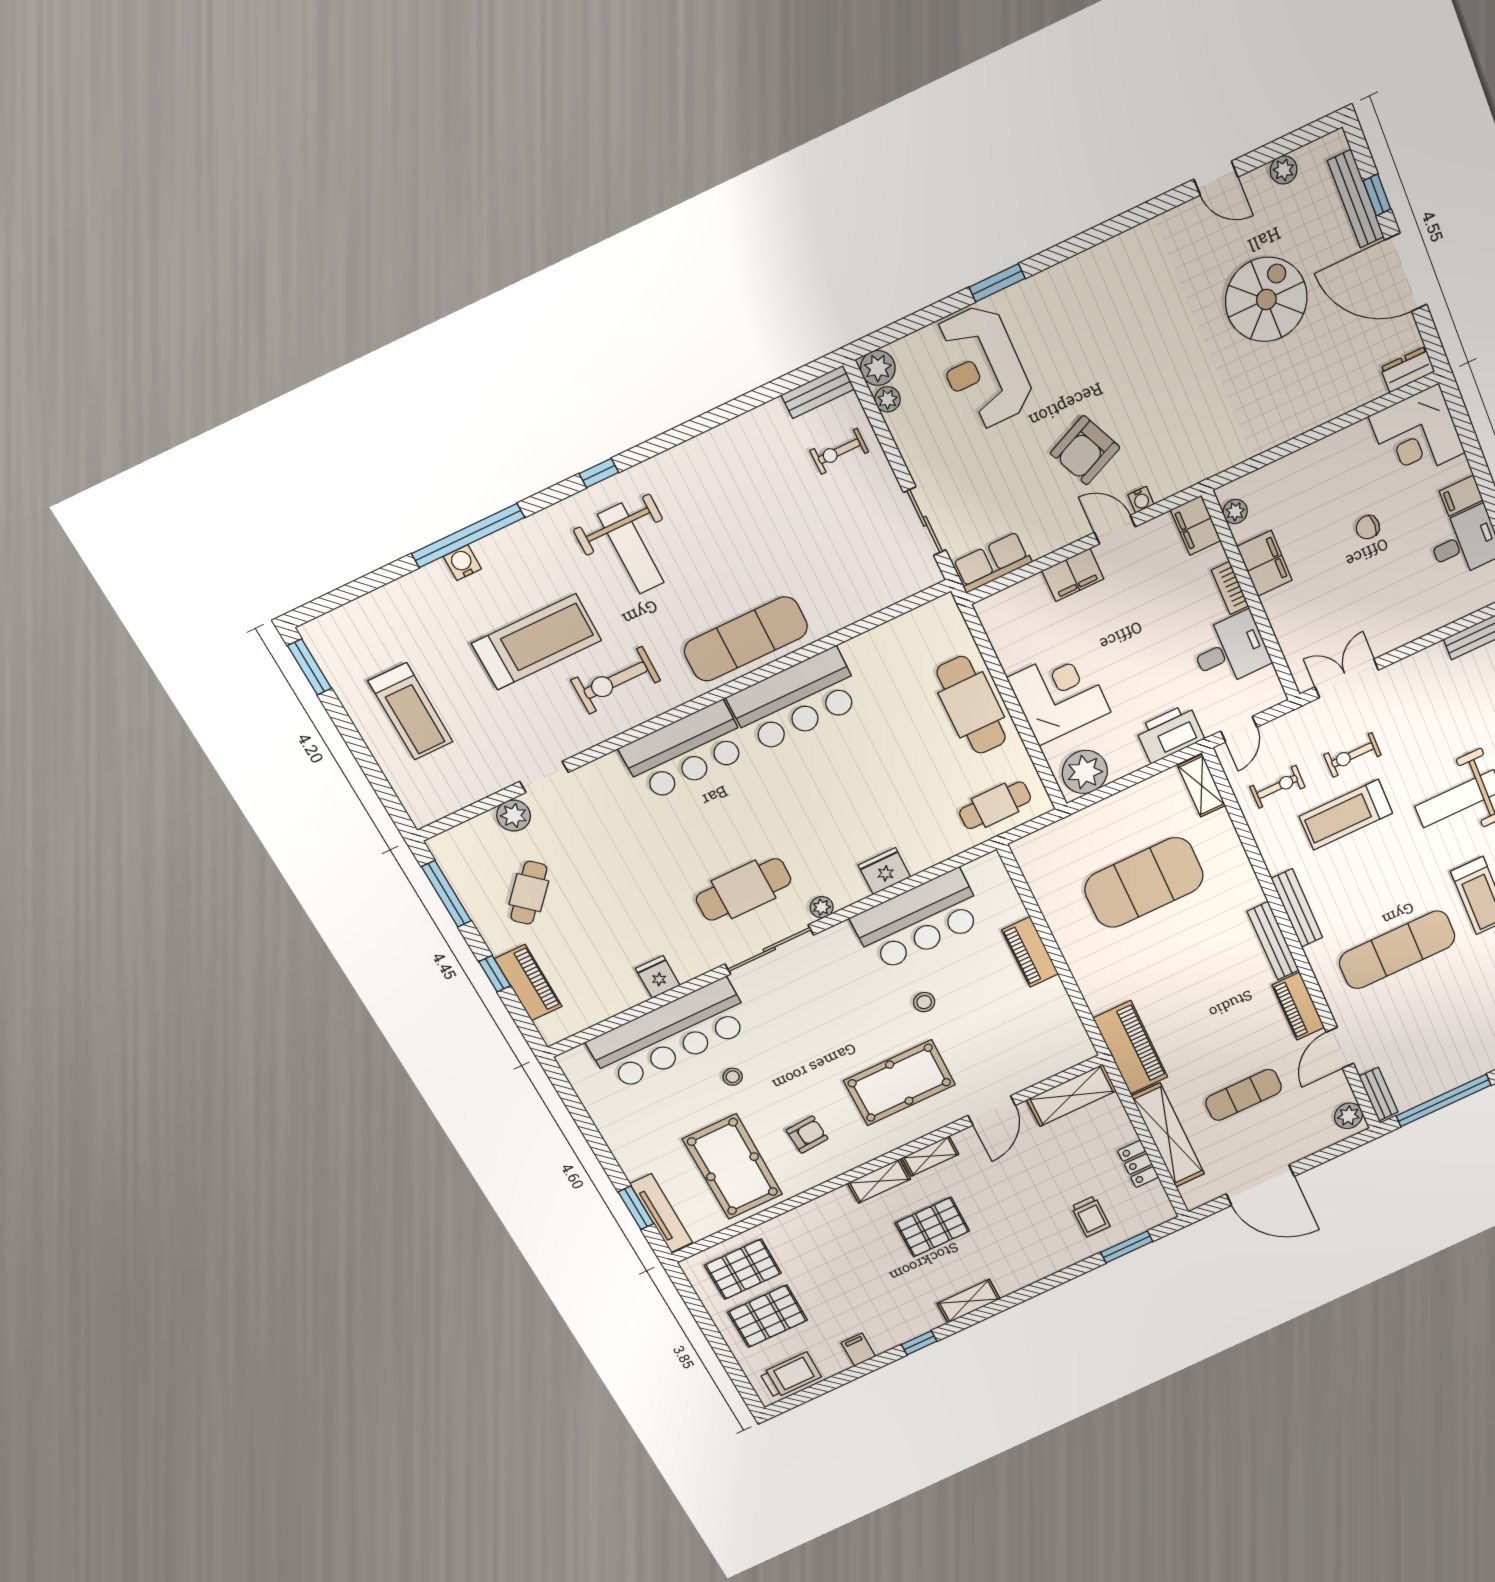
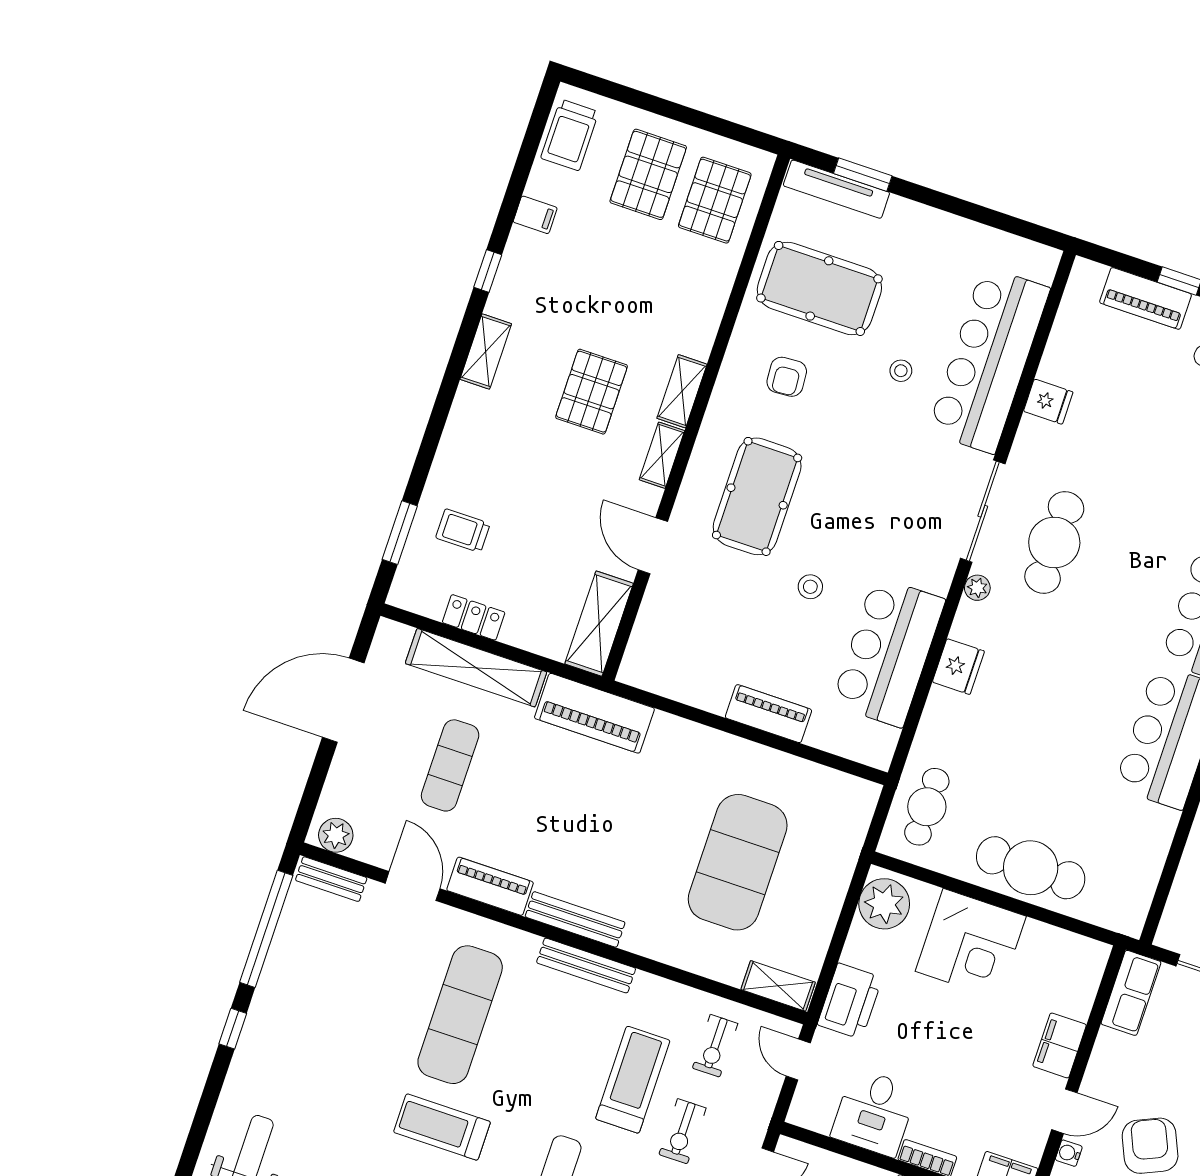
exercise bike: (1352, 755) -> (683, 1131), turned 180

